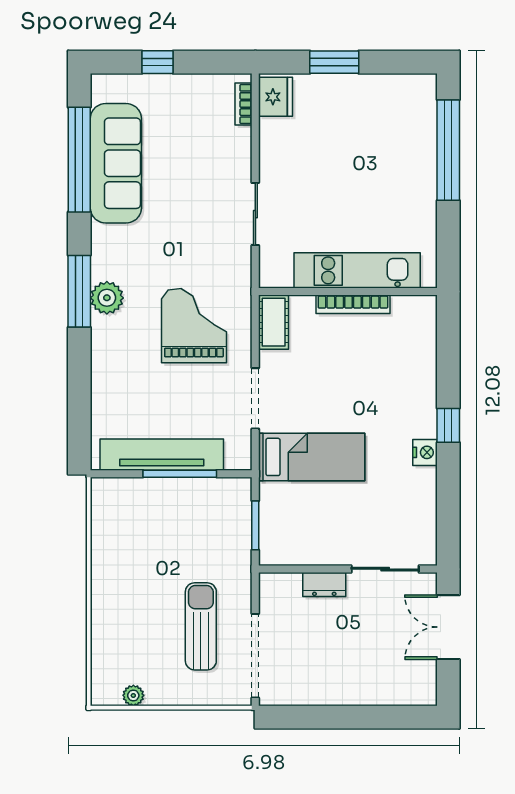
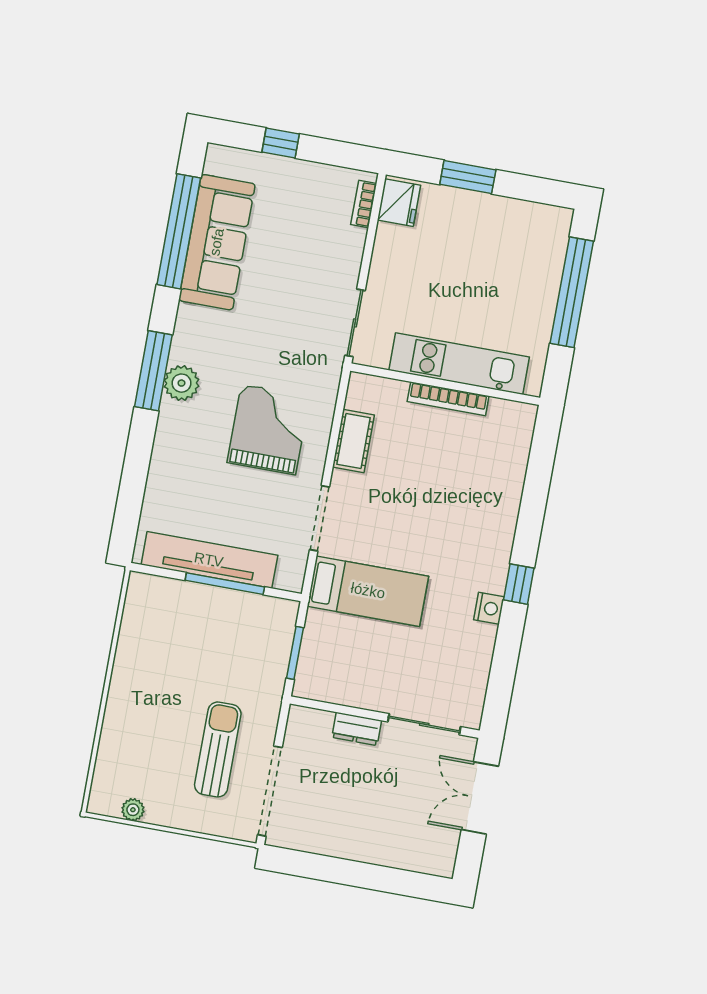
kitchen unit: (357, 270) -> (459, 364), moved
wall: (348, 291) -> (445, 384), moved
bookcase: (353, 304) -> (448, 399), moved

